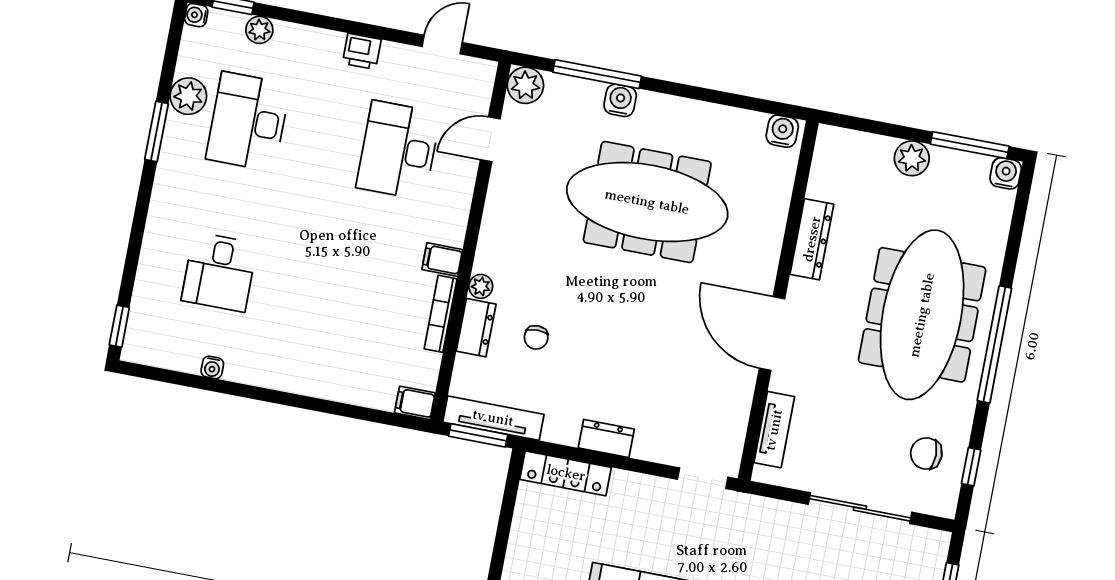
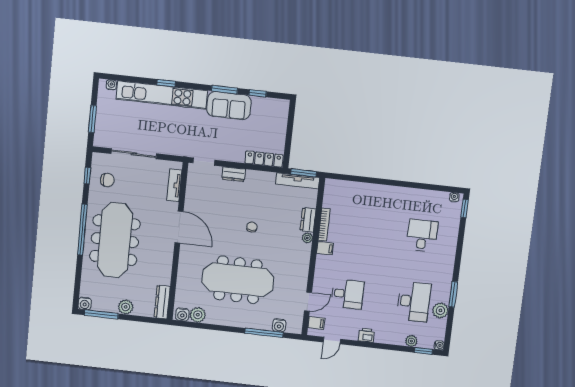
plant: (525, 85) -> (198, 315), moved
water cooler: (620, 100) -> (279, 325), moved
desk: (398, 150) -> (348, 294), width x0.73
dresser: (812, 239) -> (162, 302), moved
chair: (536, 337) -> (252, 227), moved
water cooler: (212, 367) -> (454, 197), moved
filing cabinet: (415, 403) -> (316, 323), moved
dresser: (606, 438) -> (234, 174), moved

